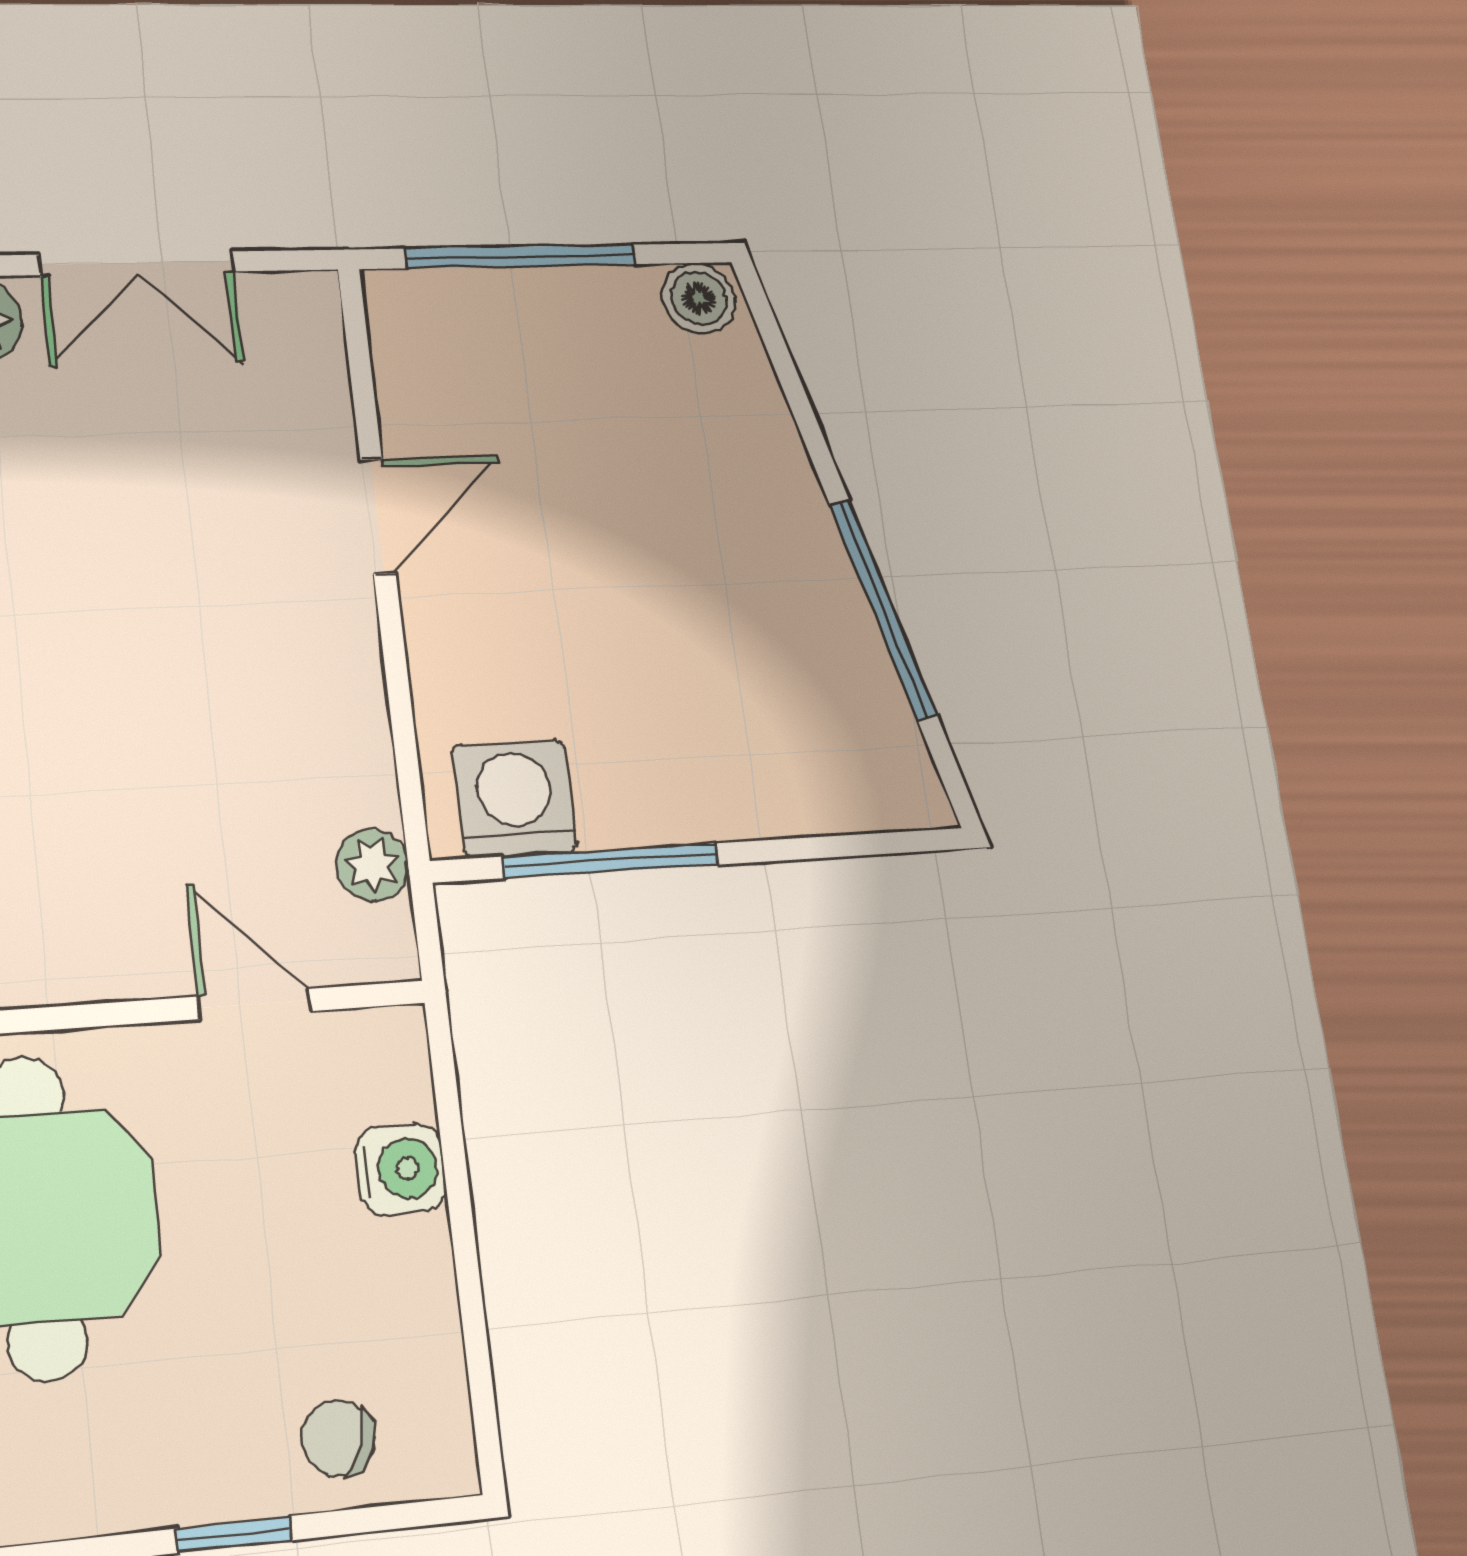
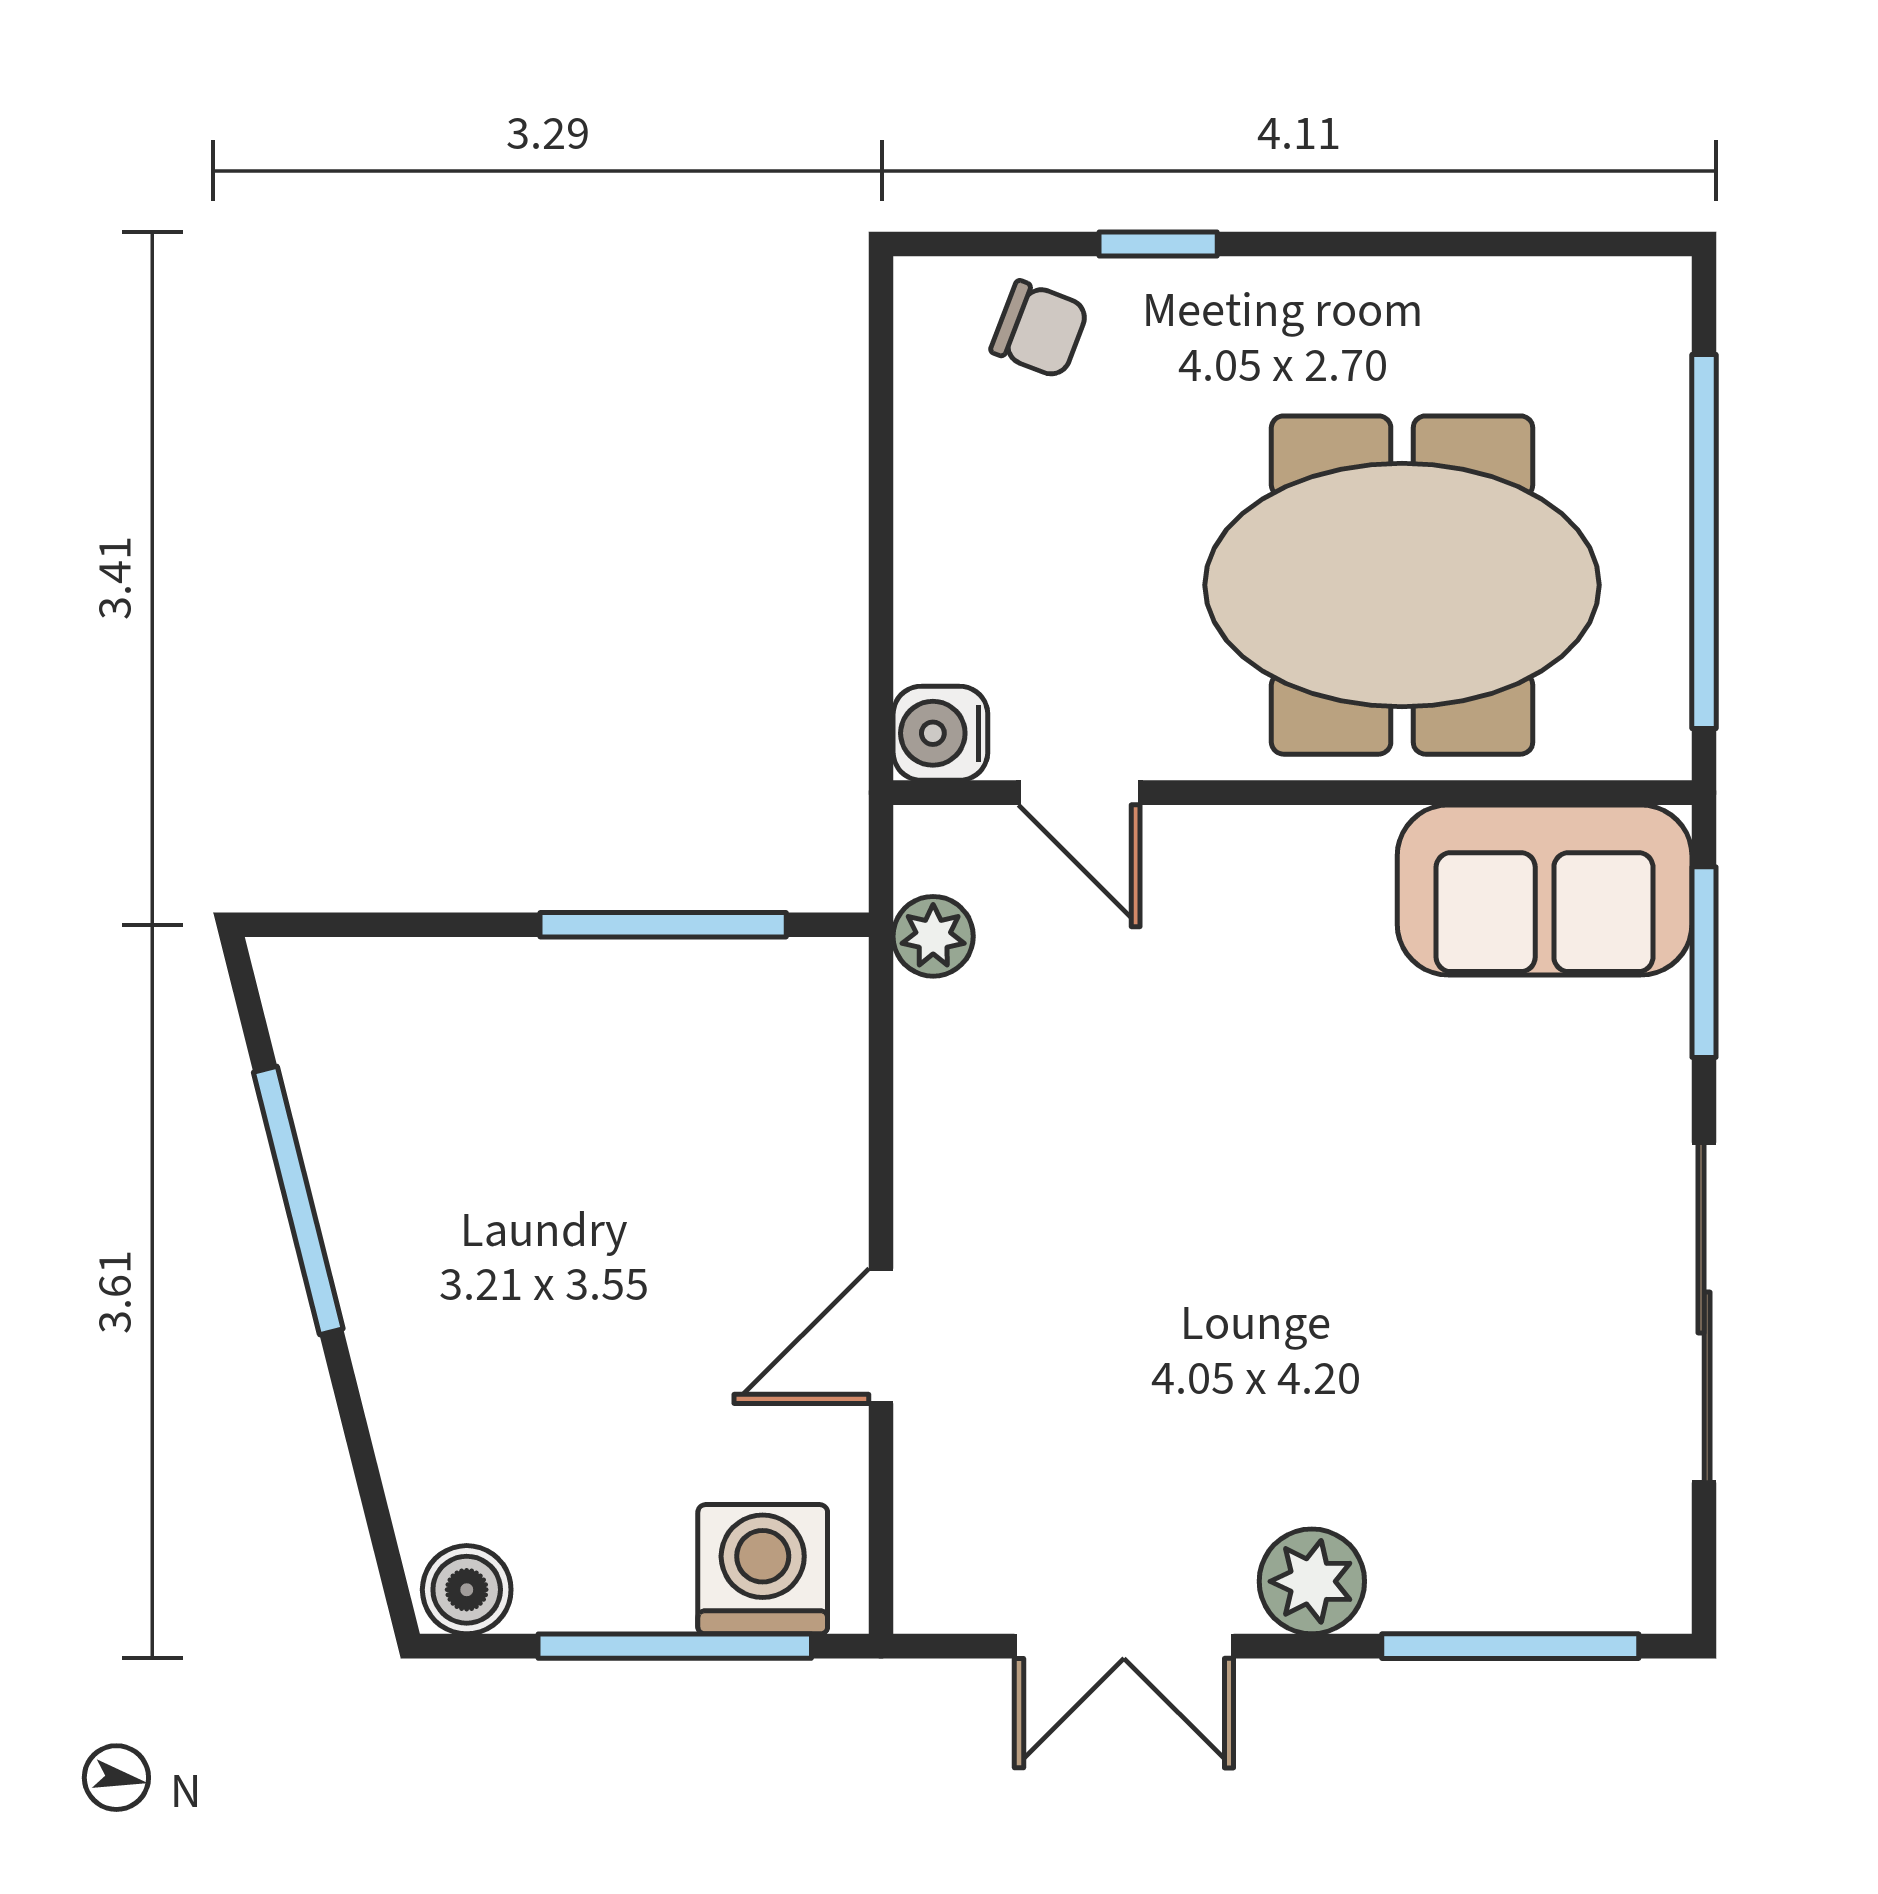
double door: (137, 263) -> (1124, 1646), swing flipped
washing machine: (515, 799) -> (763, 1569), moved, turned 180
water cooler: (401, 1169) -> (940, 733), moved

